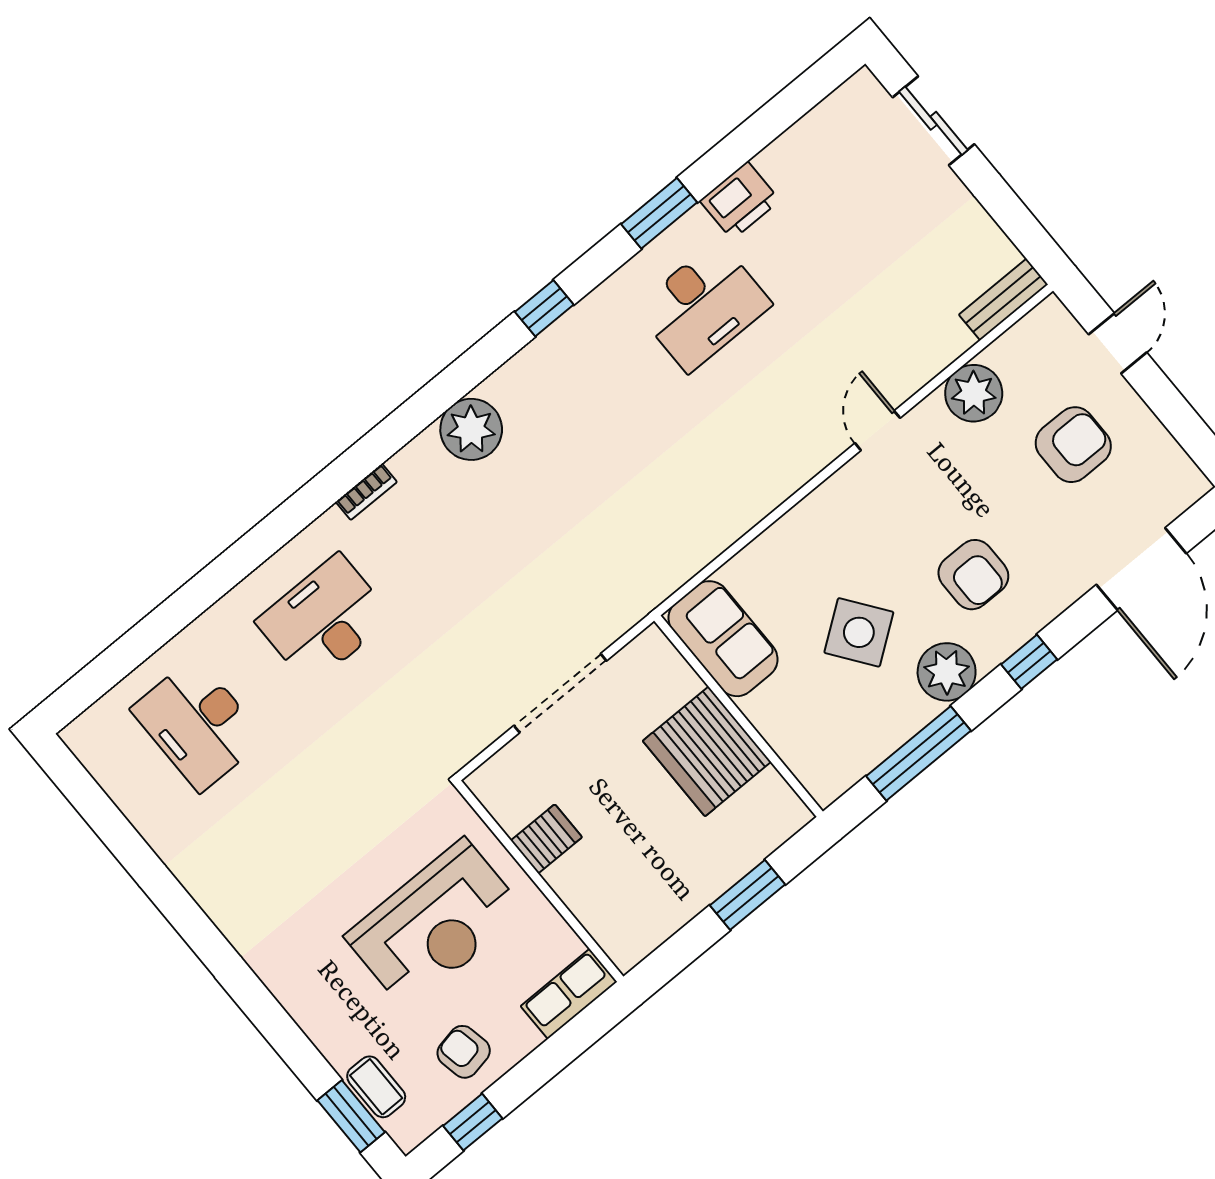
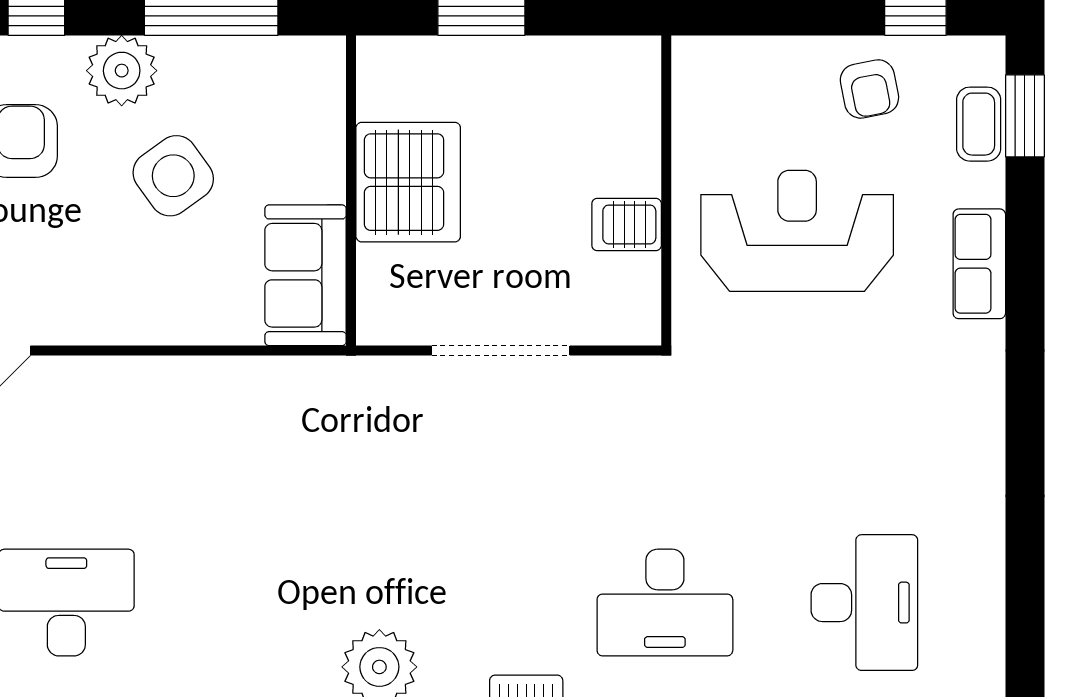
row of seats: (569, 994) -> (979, 264), moved, turned 90

